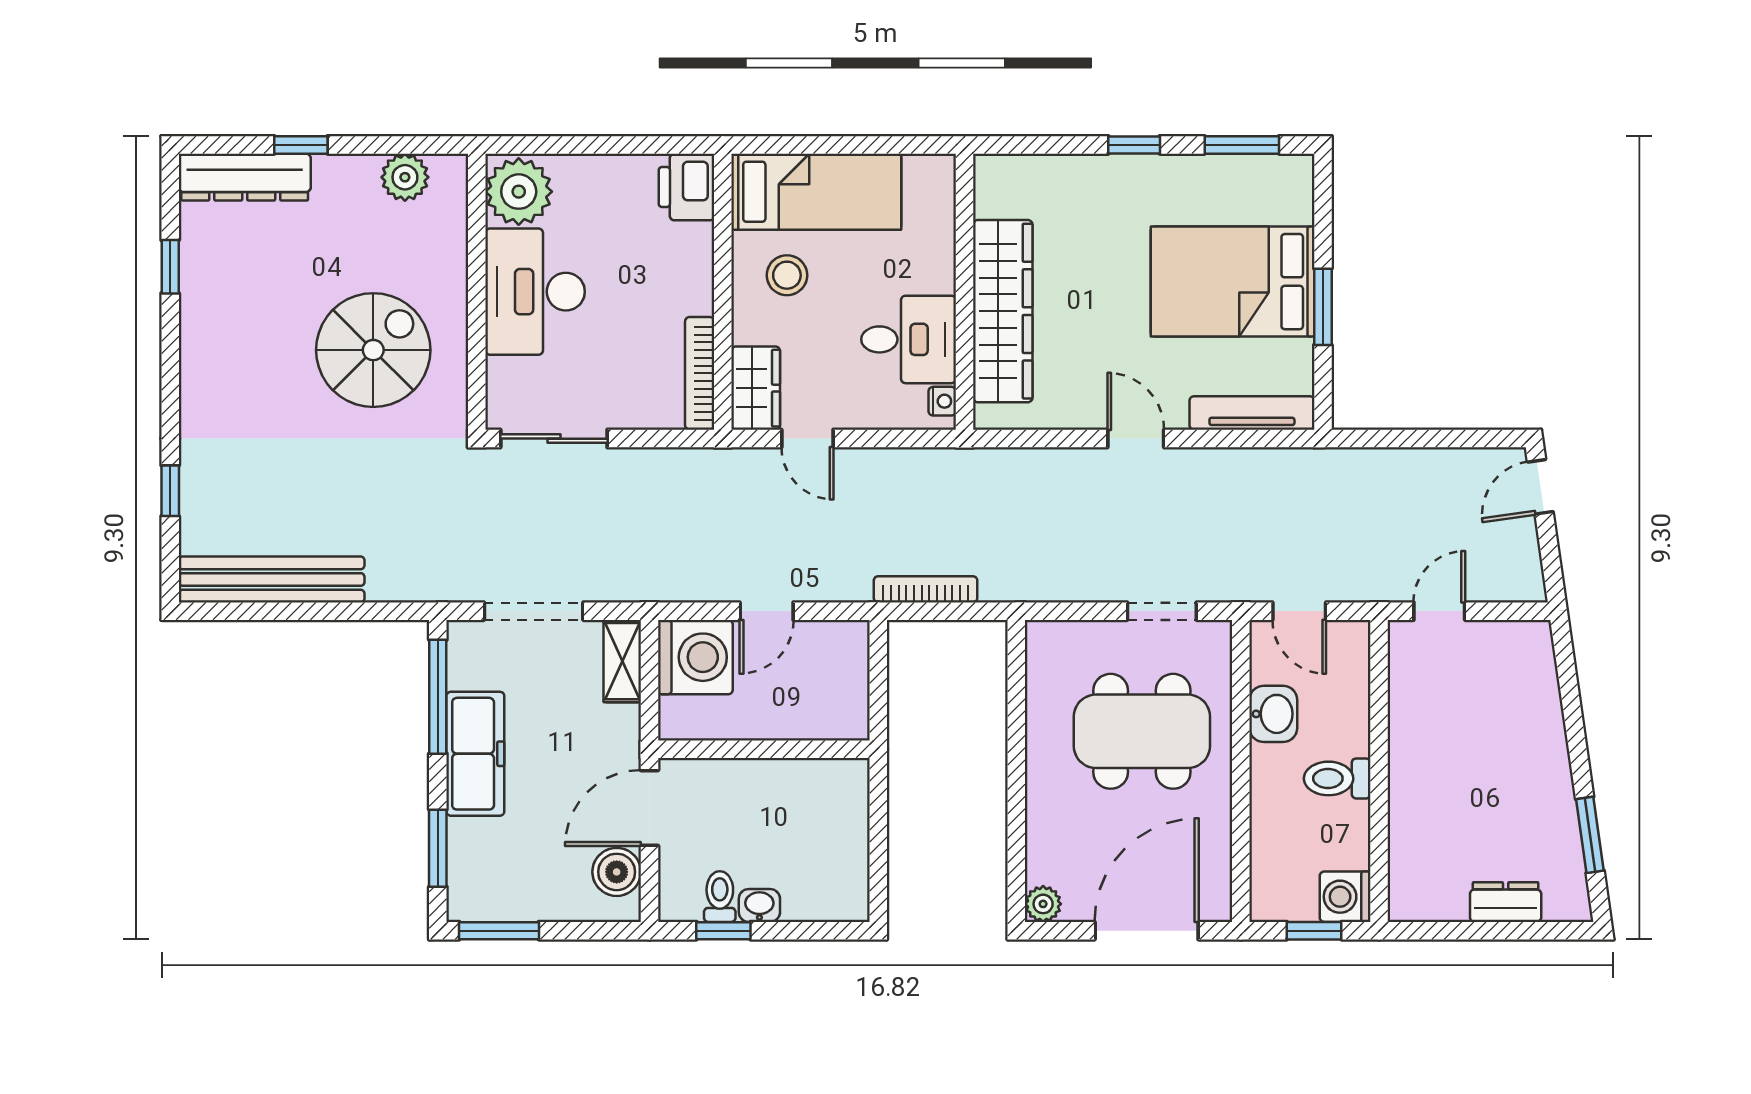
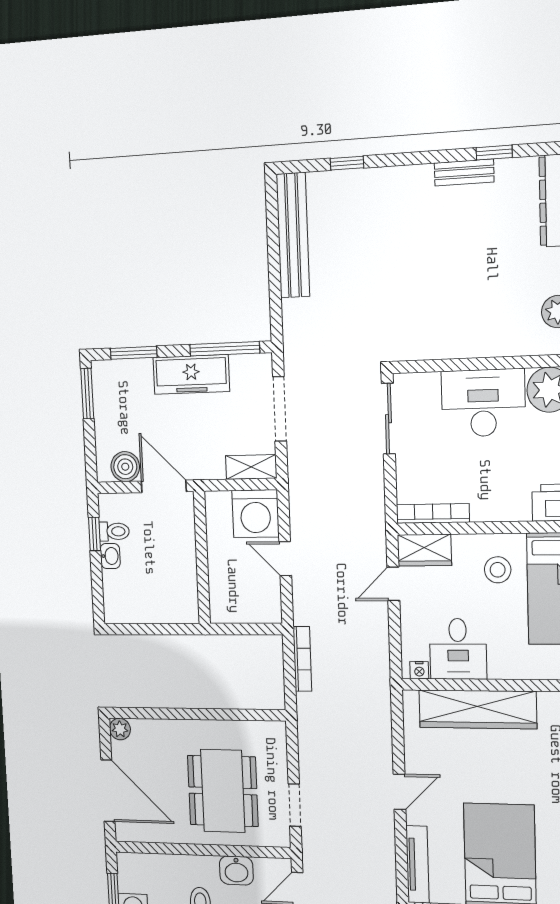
bench: (196, 312) -> (464, 172), added
spiral stairs: (373, 350) -> (442, 296), removed

